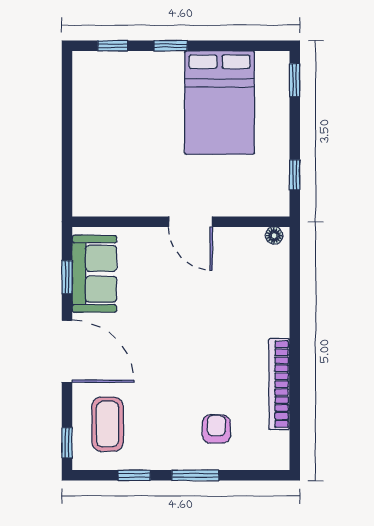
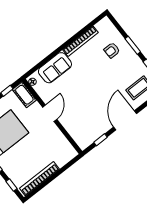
bookcase: (84, 107) -> (39, 179), added
cot: (262, 201) -> (24, 95), added
sofa: (94, 274) -> (55, 68), moved, turned 180

